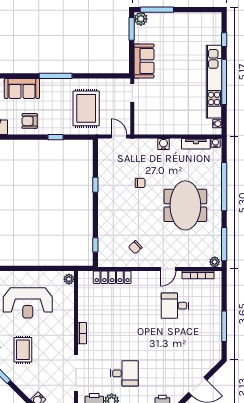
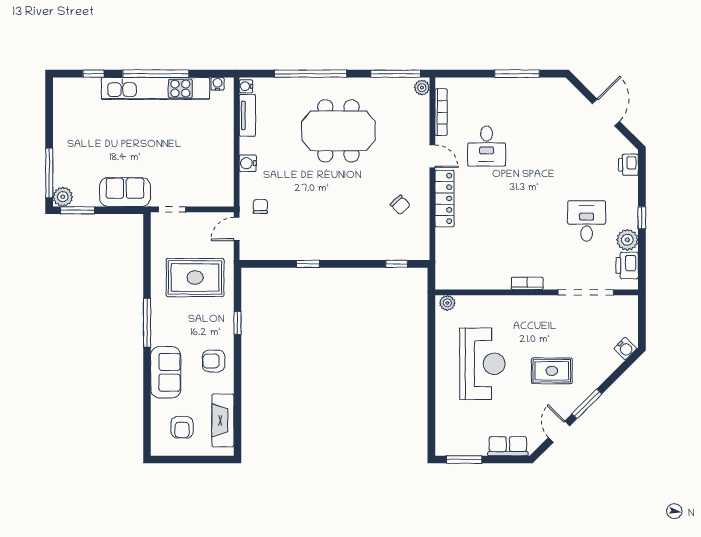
armchair: (30, 121) -> (214, 361), turned 90
chair: (140, 183) -> (260, 206), moved
locker: (112, 277) -> (444, 198), moved

